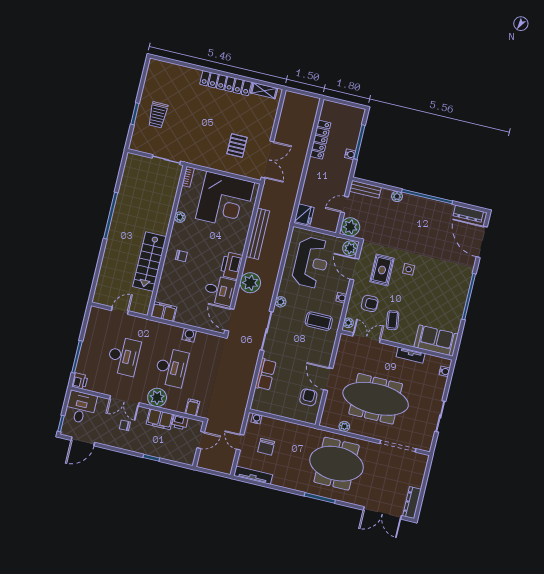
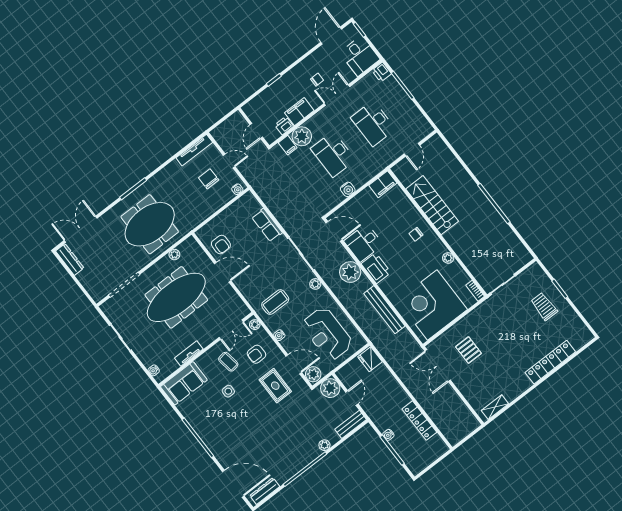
locker: (226, 83) -> (550, 362), moved
side table: (409, 269) -> (228, 391), moved
plant: (157, 397) -> (302, 136), moved

